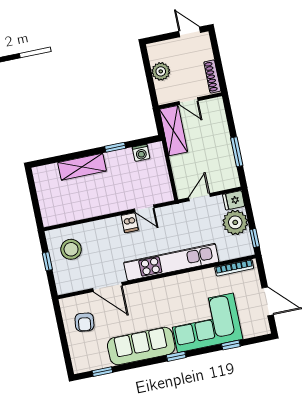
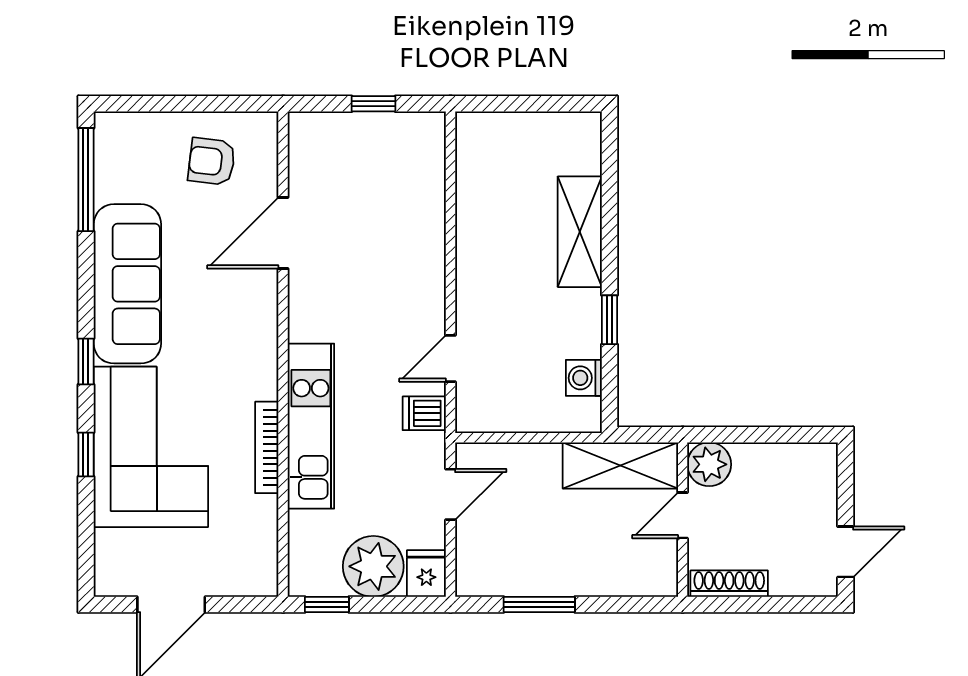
plant: (161, 71) -> (709, 464), moved
door: (200, 197) -> (450, 494), hinge flipped
dishwasher: (130, 223) -> (424, 413), moved
stool: (71, 249) -> (390, 165), removed
kitchen unit: (171, 262) -> (311, 426), width x0.73
bookcase: (234, 268) -> (267, 447), moved
window: (231, 345) -> (86, 455), moved
window: (102, 372) -> (86, 180), width x2.17

